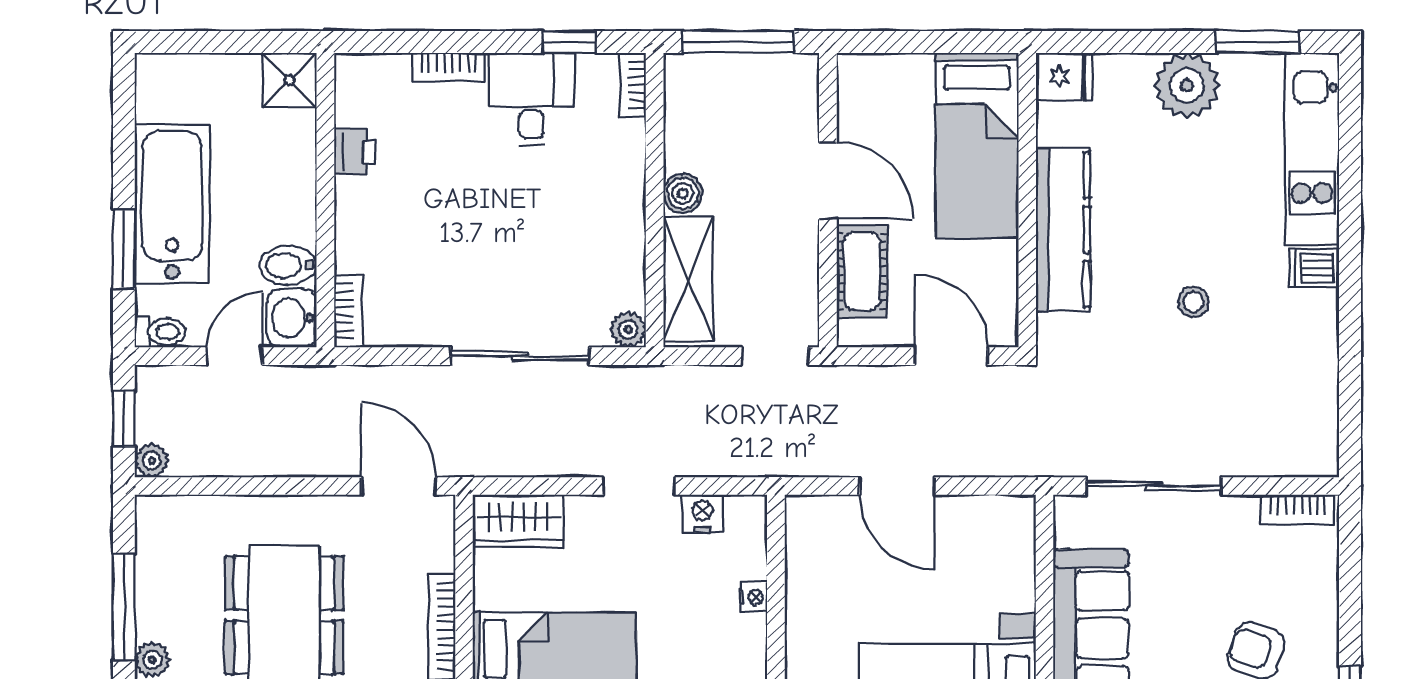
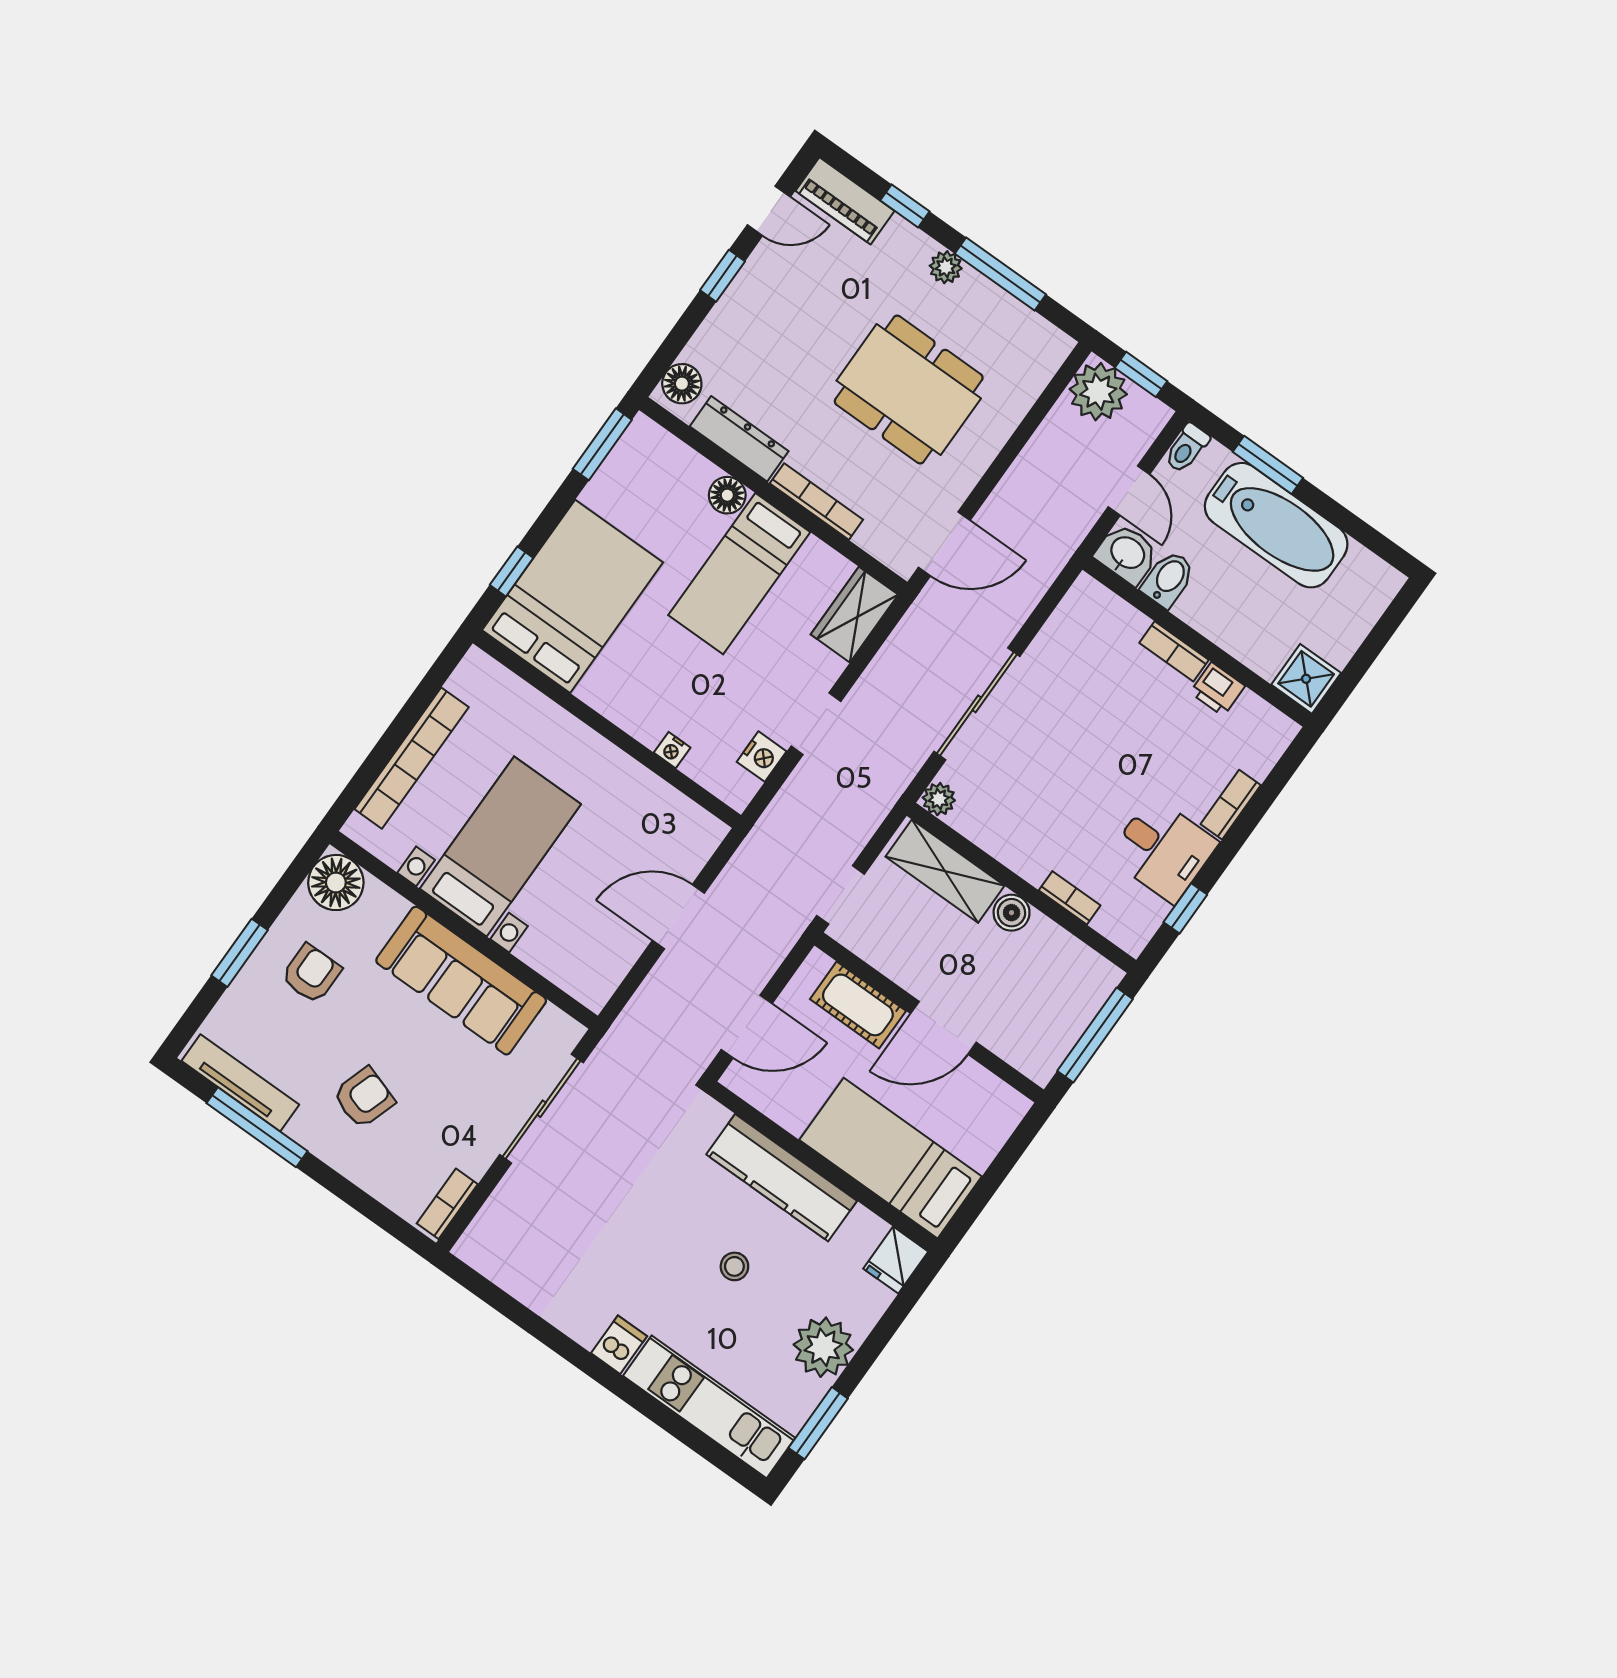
bookcase: (633, 85) -> (1070, 898), moved
stool: (1193, 302) -> (734, 1266), moved
bookcase: (349, 311) -> (1174, 651), moved
plant: (152, 461) -> (1098, 392), width x1.88, depth x1.88

